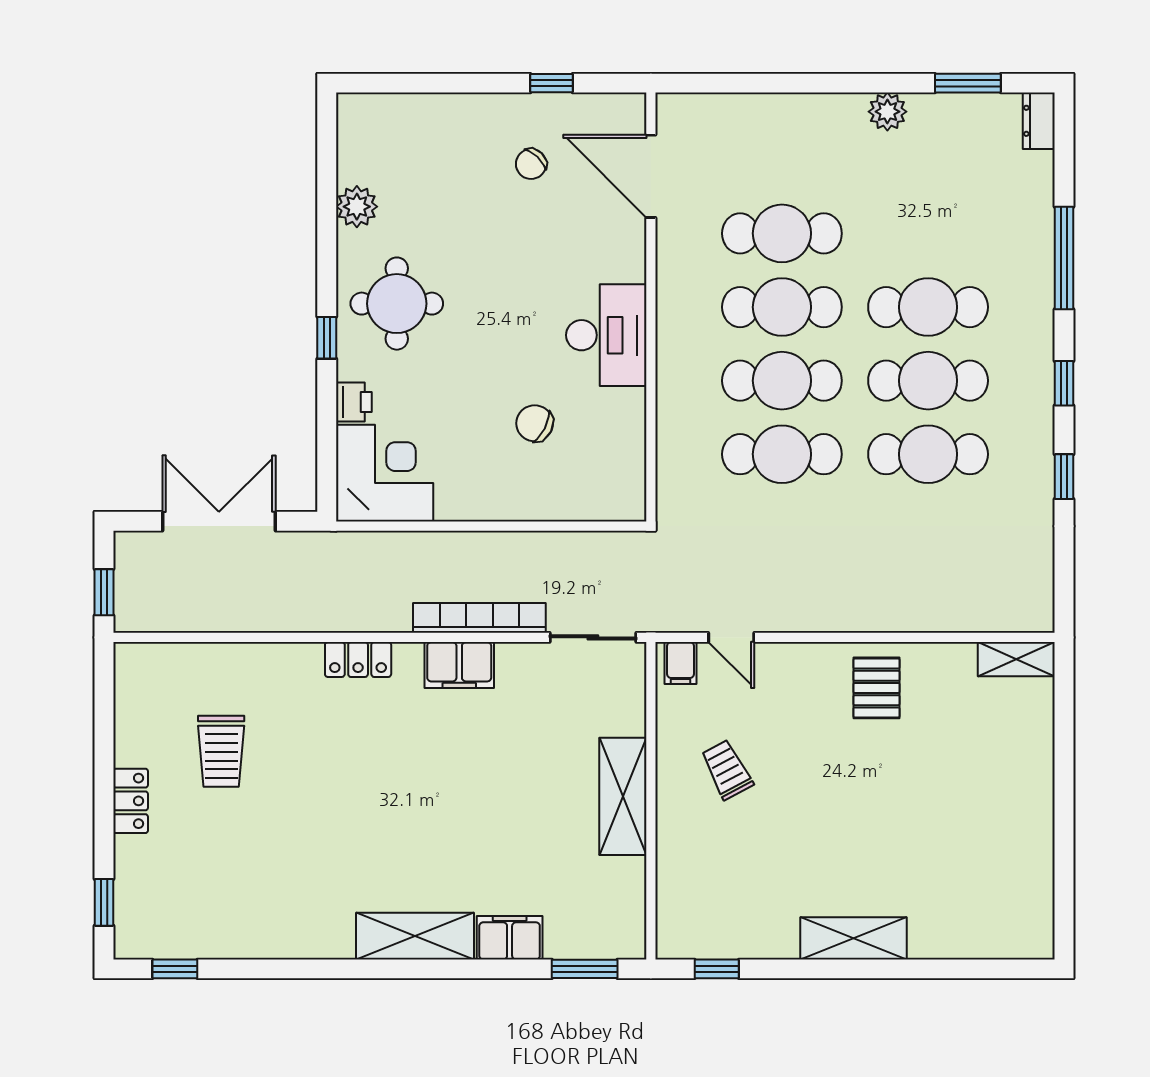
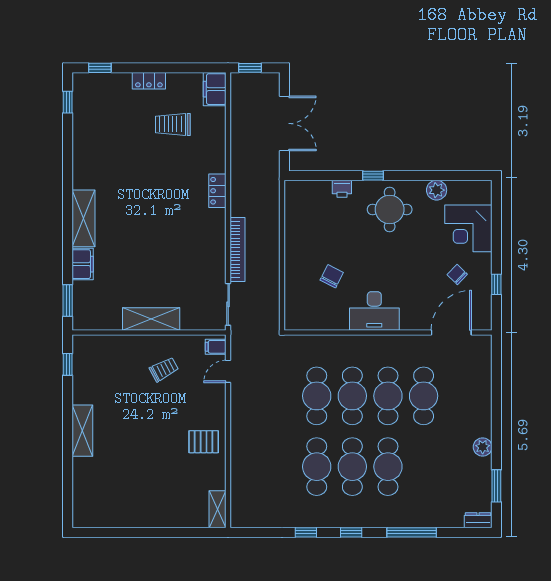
corner desk: (385, 473) -> (468, 228), moved, turned 90
filing cabinet: (459, 665) -> (215, 89), moved

